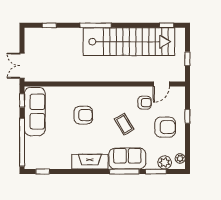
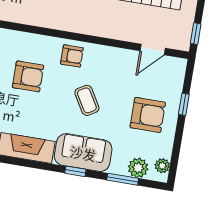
window: (187, 59) -> (196, 34), moved
armchair: (145, 103) -> (72, 56), moved
window: (124, 172) -> (75, 171), width x0.46

